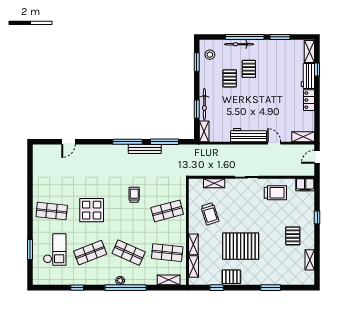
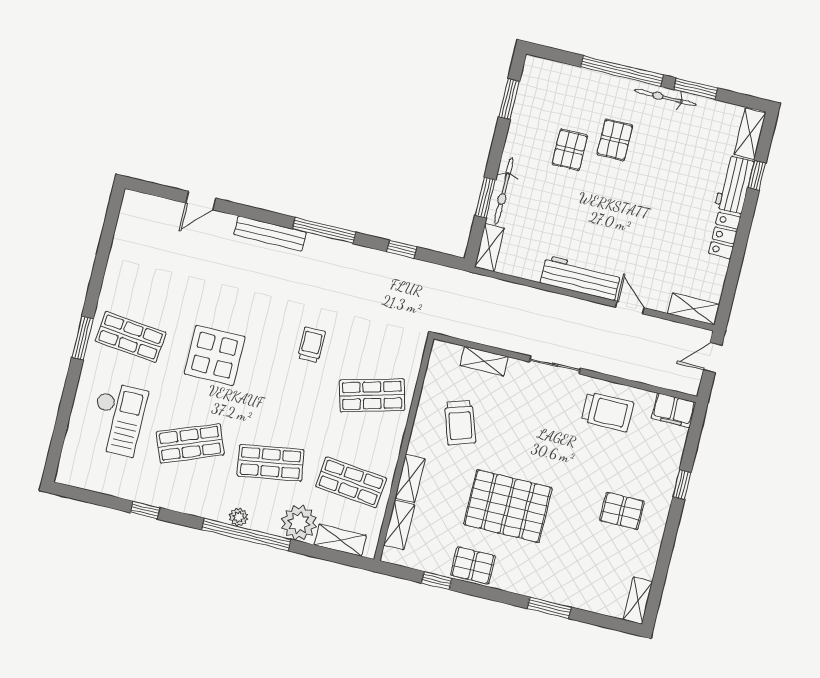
bicycle: (239, 44) -> (665, 98), moved
stool: (210, 55) -> (540, 90), removed
window: (165, 142) -> (402, 249), width x0.46
bench: (145, 149) -> (270, 233), moved
pallet: (293, 236) -> (622, 511), turned 90
window: (30, 249) -> (83, 338), moved
shop shelf: (129, 253) -> (271, 463), turned -33
shelving: (310, 260) -> (638, 601), moved
plant: (148, 277) -> (299, 523), added

